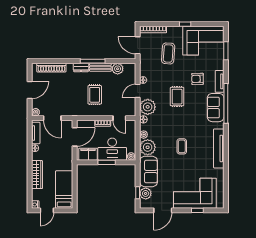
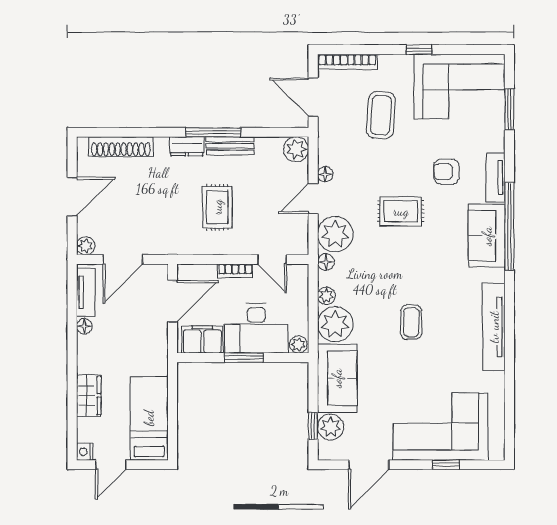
plant: (118, 69) -> (296, 149), moved
rug: (177, 97) -> (401, 211), turned 90
door: (52, 118) -> (123, 259), hinge flipped
wardrobe: (37, 175) -> (89, 396), width x0.67

